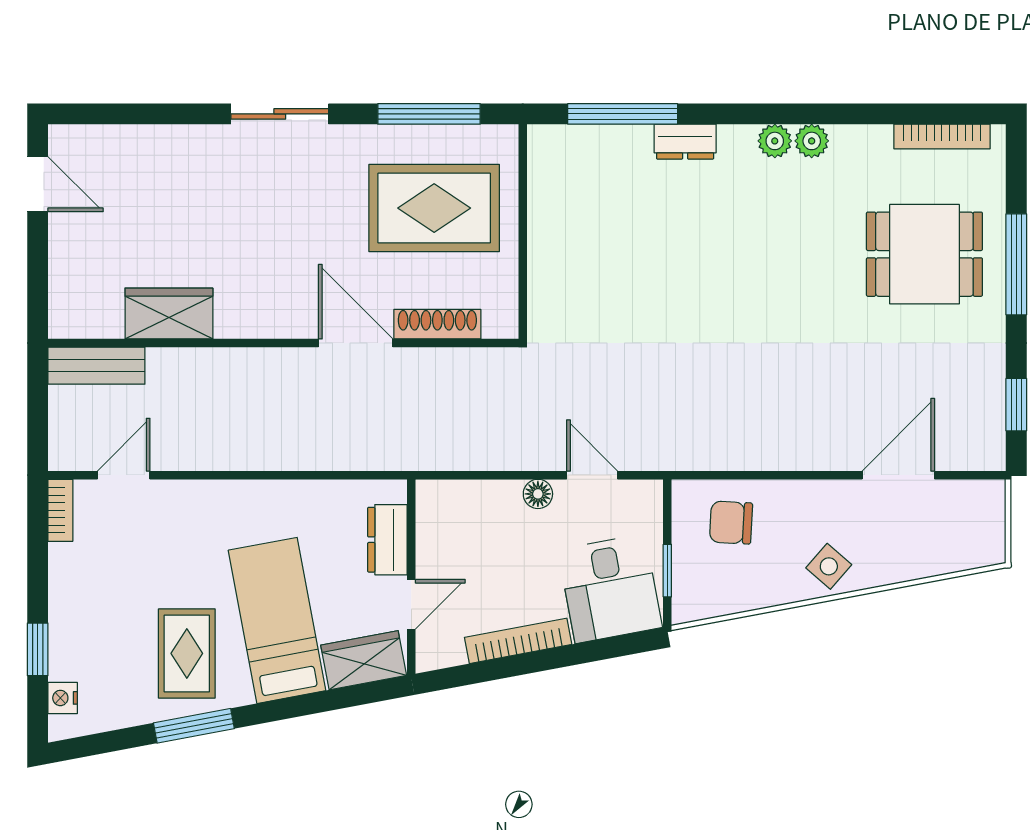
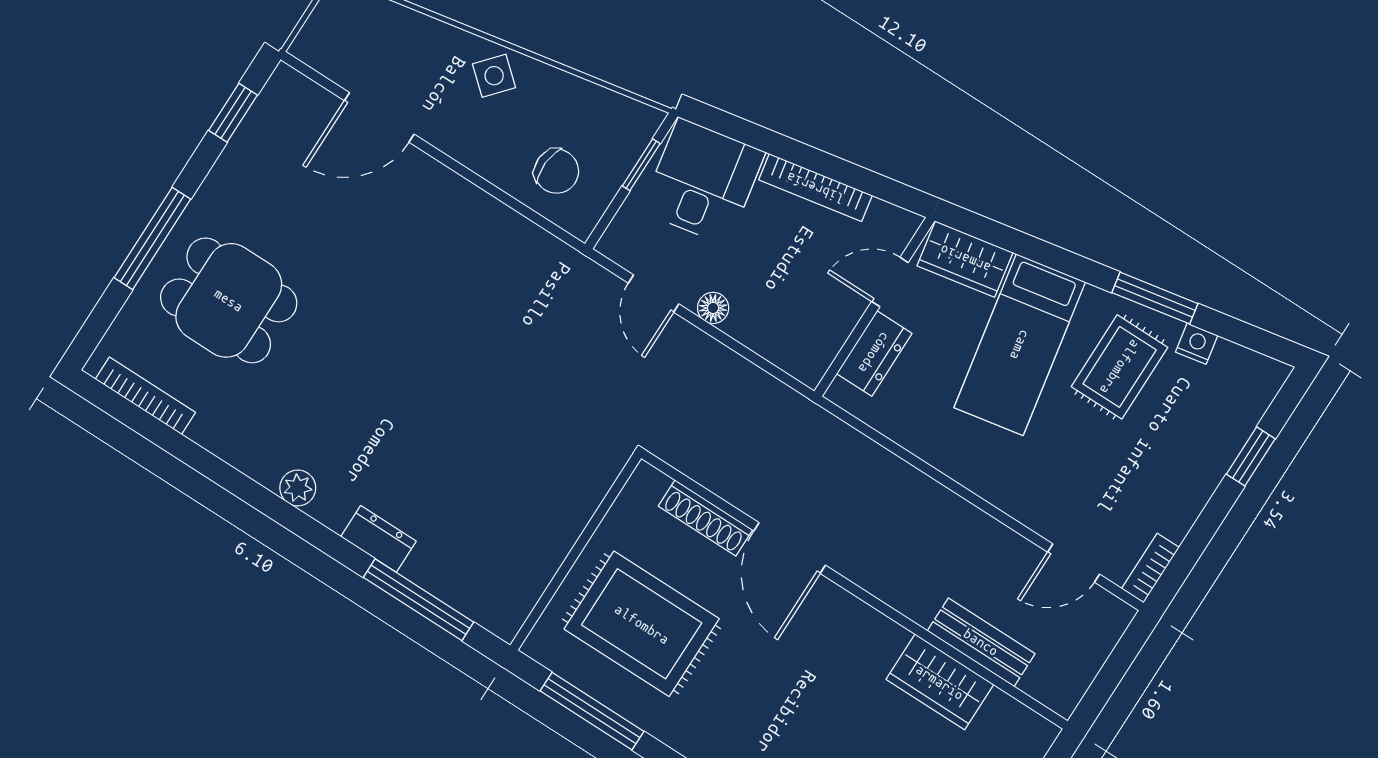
plant: (812, 141) -> (265, 467), removed
bench: (96, 366) -> (981, 642), moved
nightstand: (63, 698) -> (1197, 344), moved, turned -101

